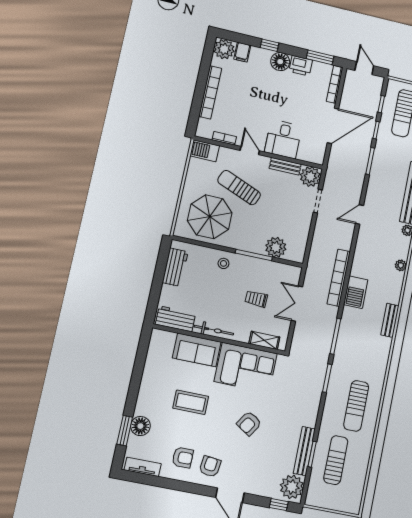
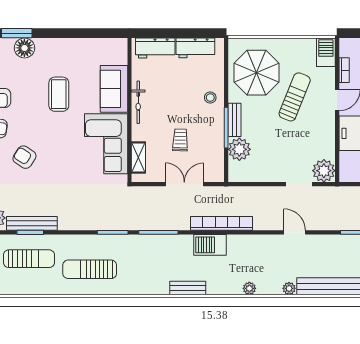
bench: (285, 166) -> (234, 120), moved
workbench: (176, 319) -> (155, 48), moved, turned 90
armchair: (249, 423) -> (24, 157), moved

